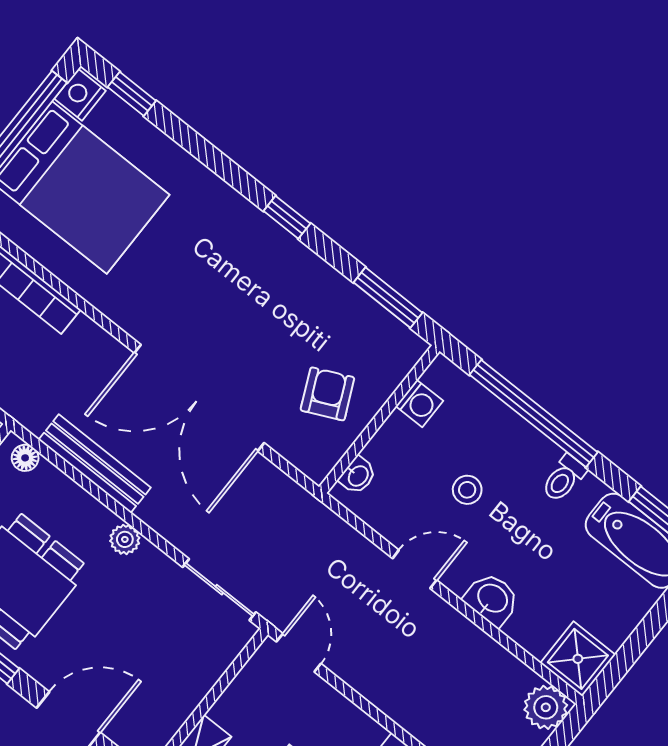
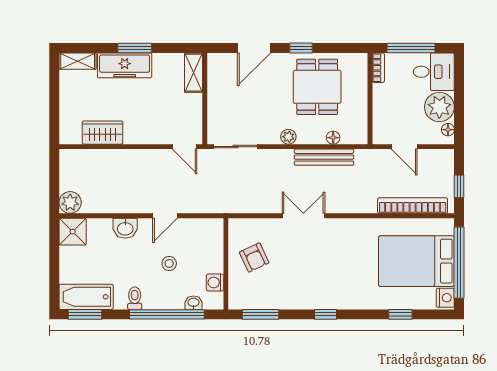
window: (132, 94) -> (400, 314), moved
double door: (199, 398) -> (303, 216), width x0.54
floor lamp: (25, 458) -> (333, 138), moved
washbasin: (358, 475) -> (194, 303), moved, turned 90

